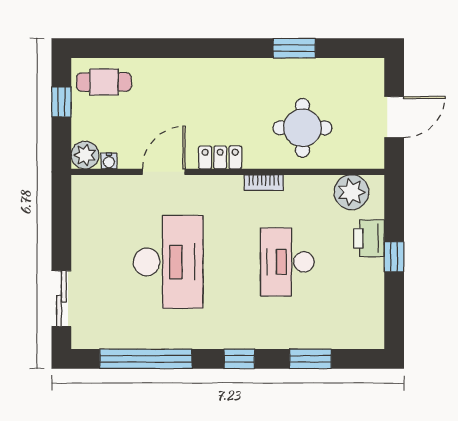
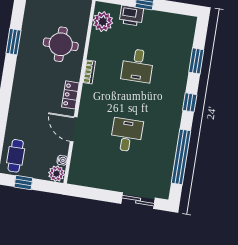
desk: (168, 262) -> (127, 135), width x0.53, depth x0.77
desk: (287, 262) -> (138, 66), width x0.73

